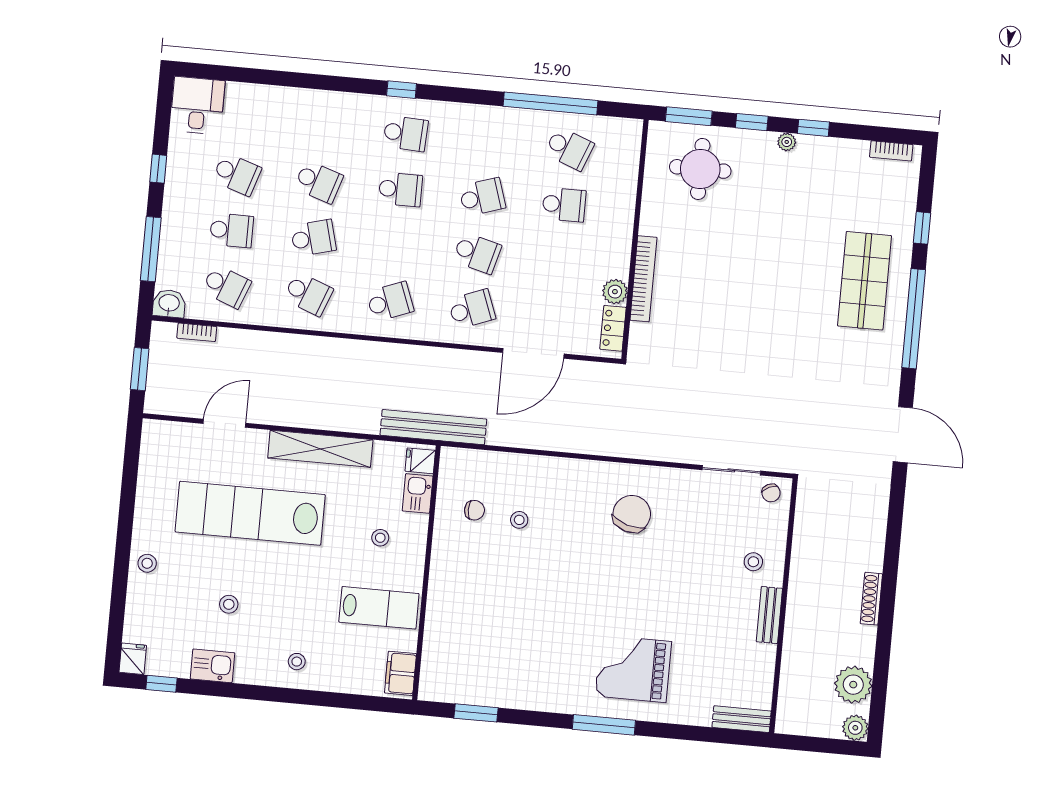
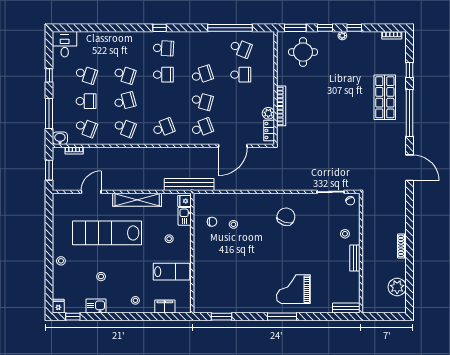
filing cabinet: (400, 673) -> (165, 307), moved, turned 90
plant: (855, 728) -> (400, 307), removed

